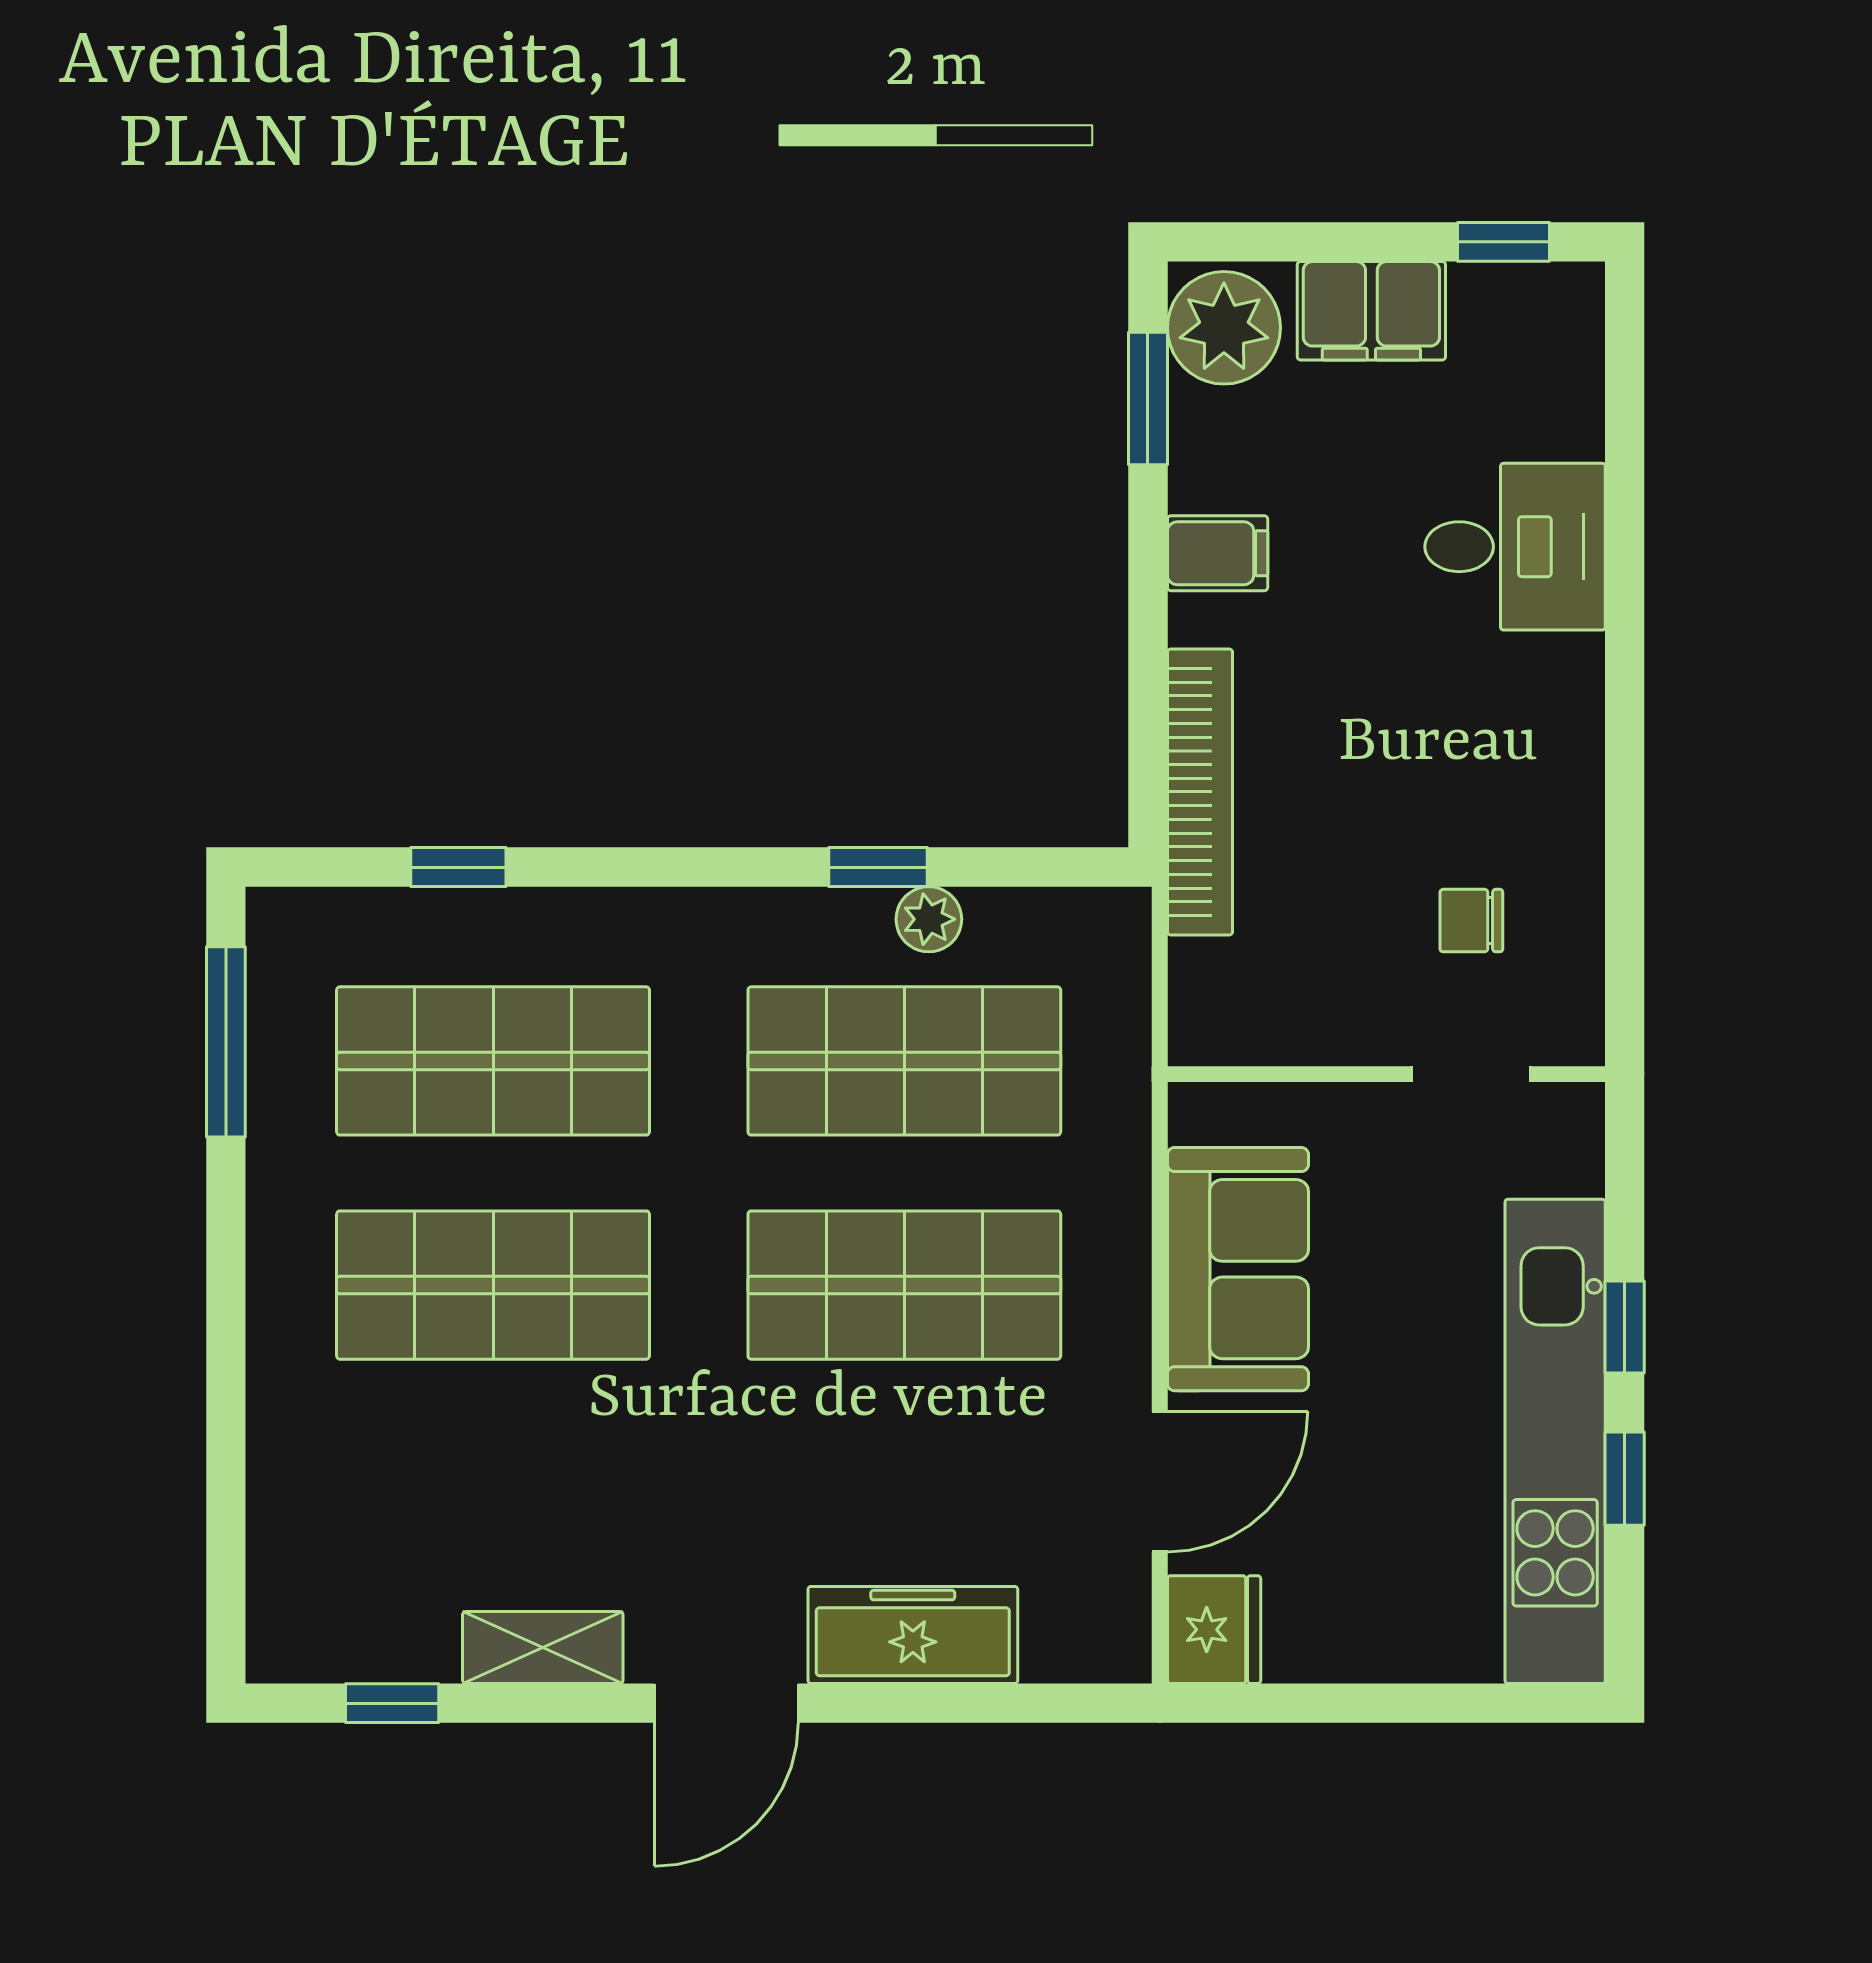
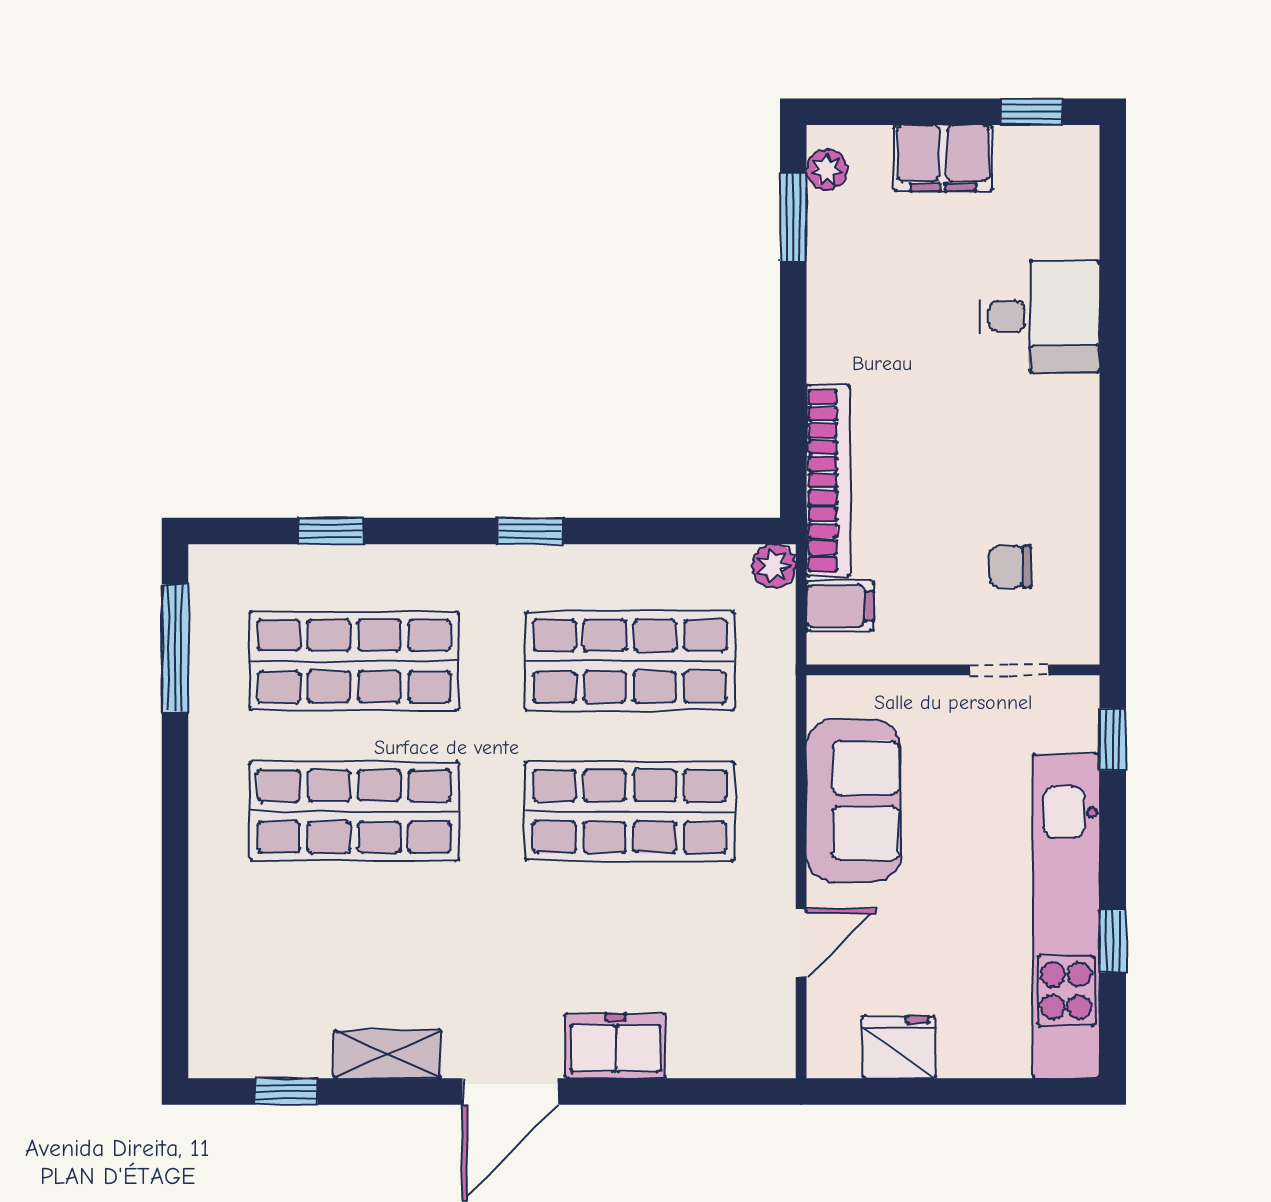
plant: (1224, 328) -> (826, 169), width x0.53, depth x0.53
filing cabinet: (1218, 553) -> (840, 606), moved
window: (878, 867) -> (530, 531), moved
plant: (929, 919) -> (774, 566), moved
window: (1625, 1327) -> (1113, 739), moved
door: (1160, 1482) -> (801, 943), width x0.73
fridge: (1214, 1630) -> (899, 1047), moved, turned -90
freezer: (913, 1635) -> (615, 1046), width x0.71

